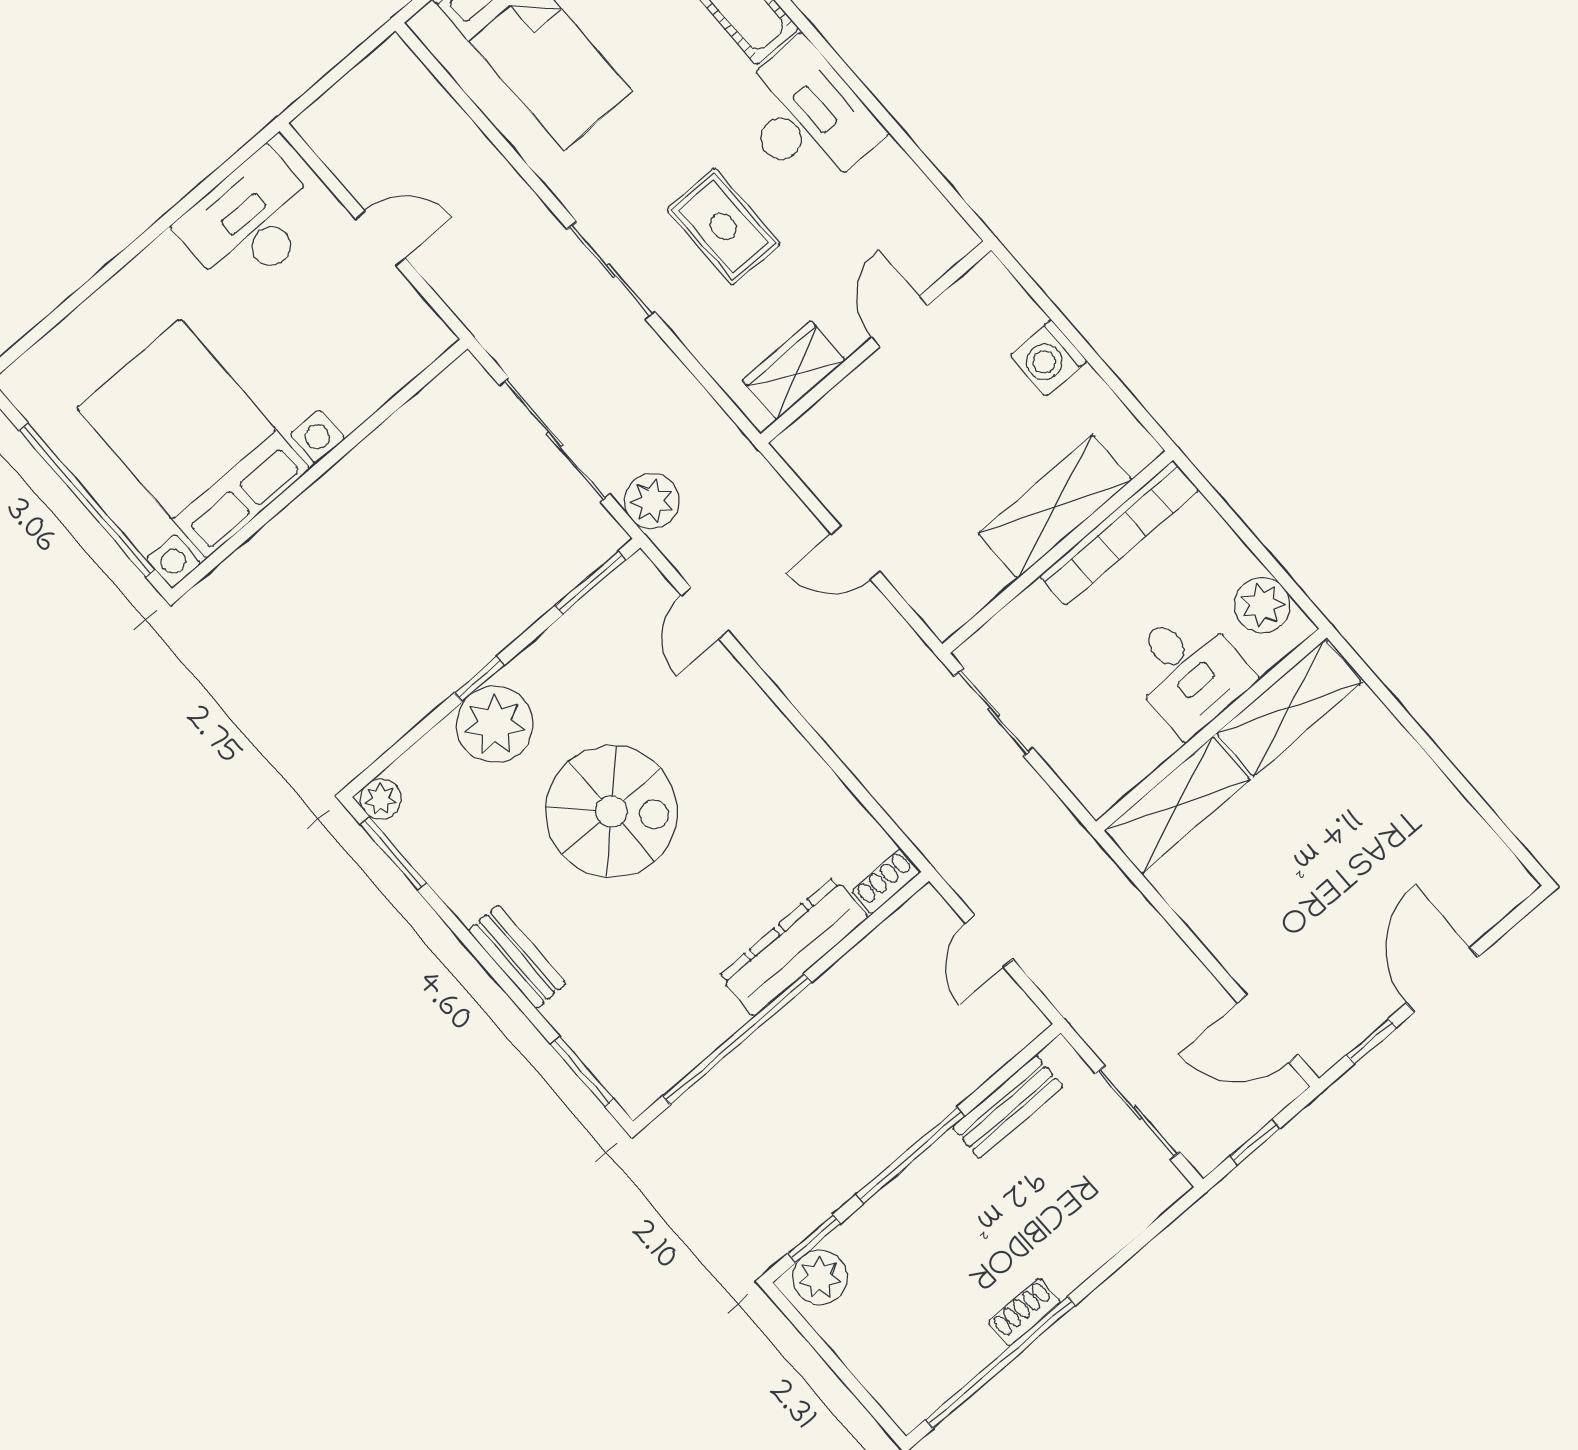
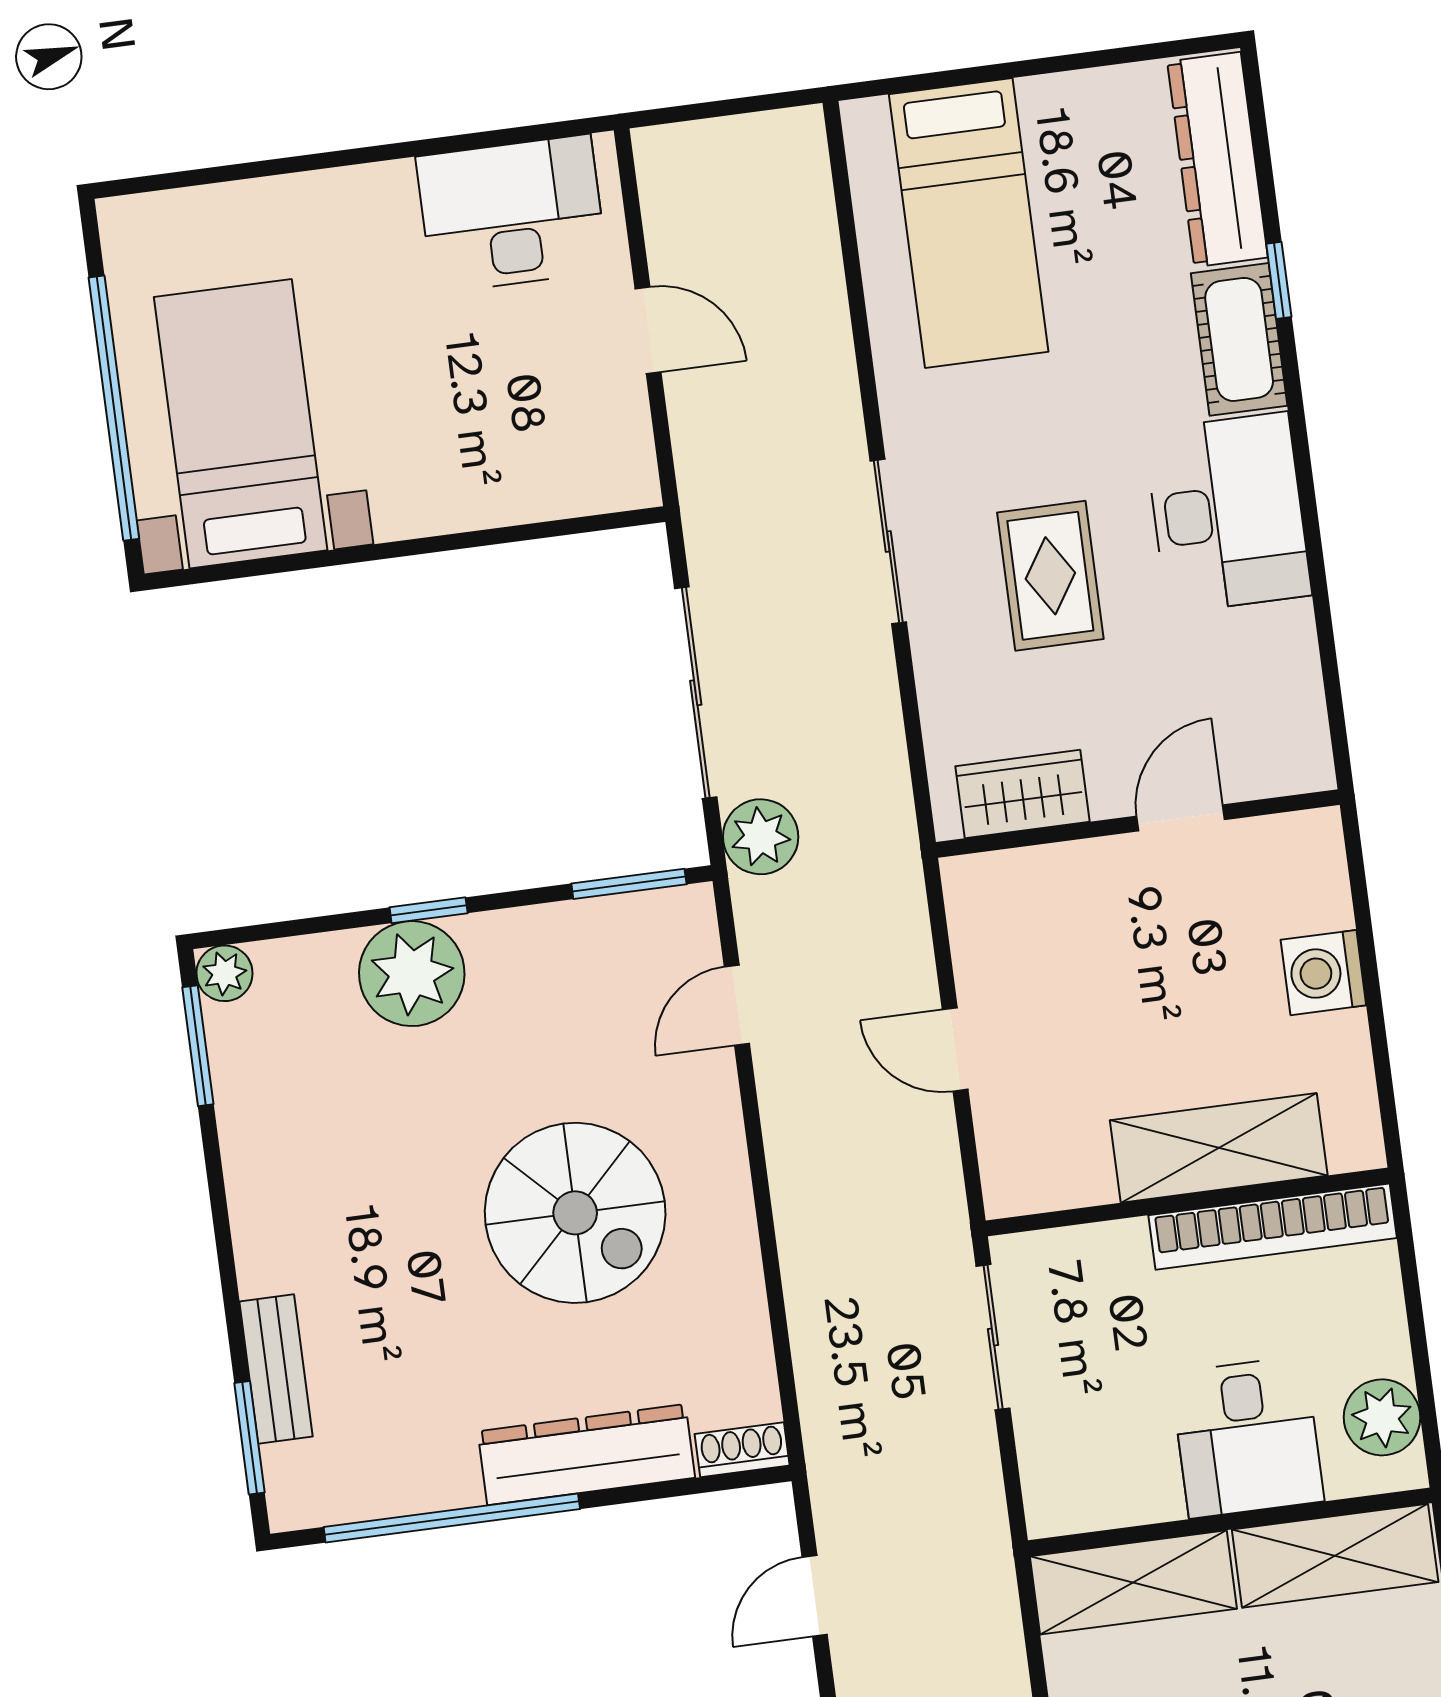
bed with nightstands: (193, 439) -> (241, 424), width x0.73
spiral stairs: (611, 812) -> (575, 1213), moved
bench: (517, 957) -> (276, 1369), moved

